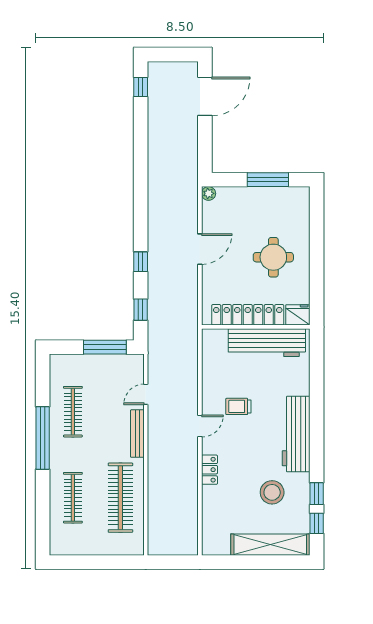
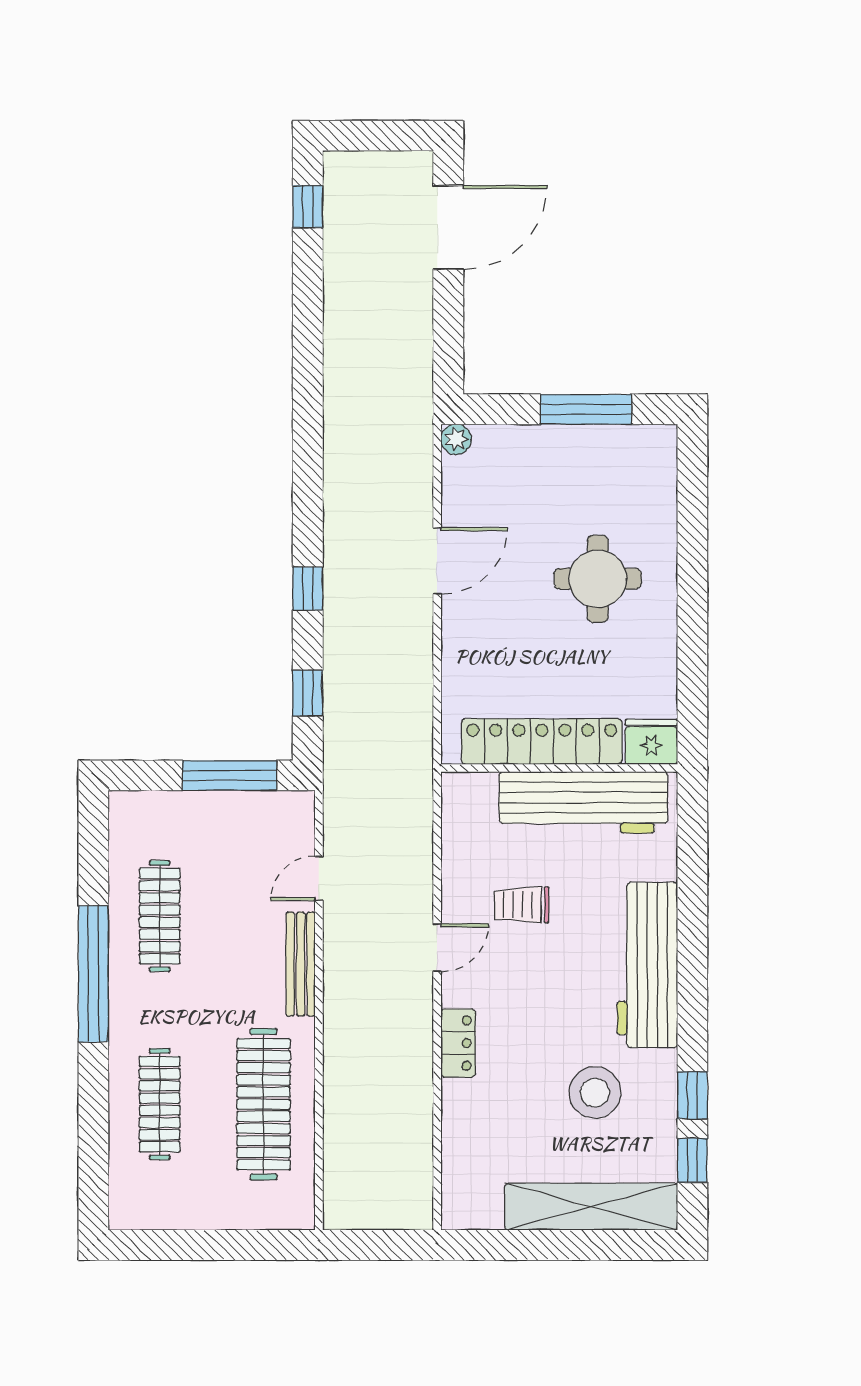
locker: (248, 315) -> (542, 742), moved
fridge: (298, 315) -> (651, 742), moved
wall: (256, 327) -> (559, 768), moved
workbench: (267, 343) -> (583, 802), moved

